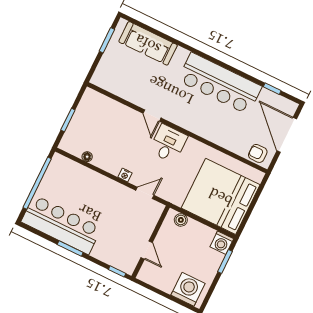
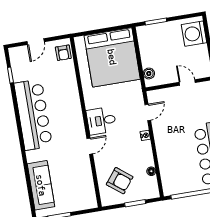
armchair: (100, 121) -> (120, 181), added
door: (287, 135) -> (36, 42), width x0.53
door: (145, 193) -> (148, 112), swing flipped
washing machine: (222, 243) -> (144, 33), removed
door: (147, 250) -> (187, 82), hinge flipped

